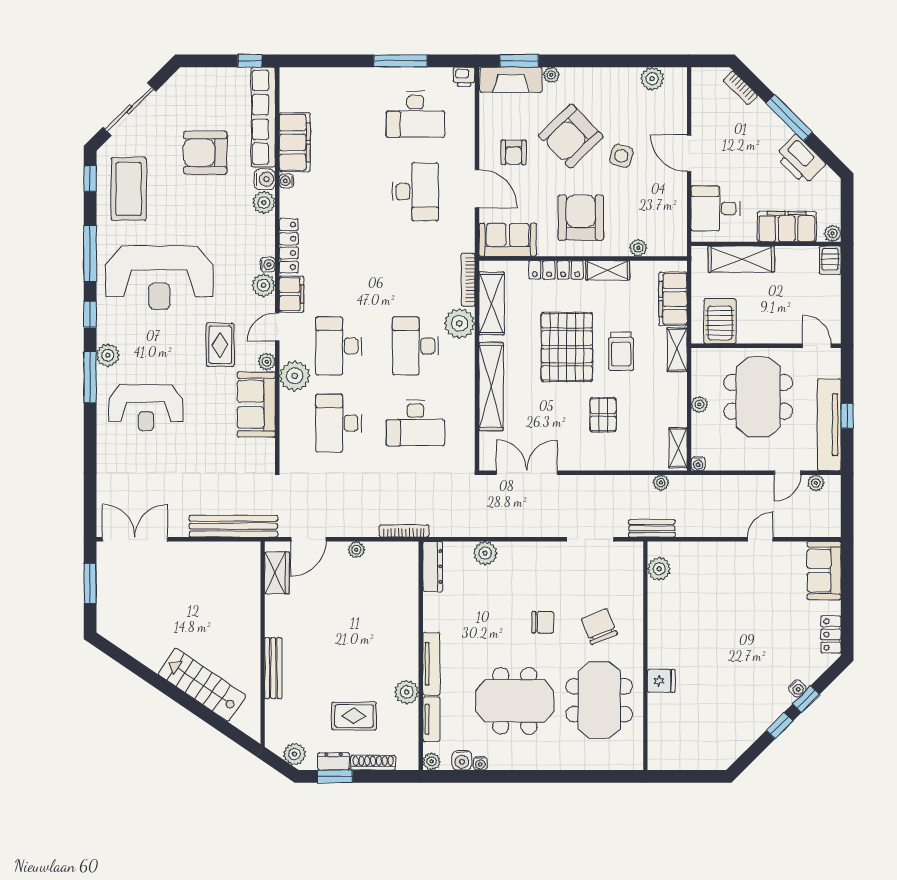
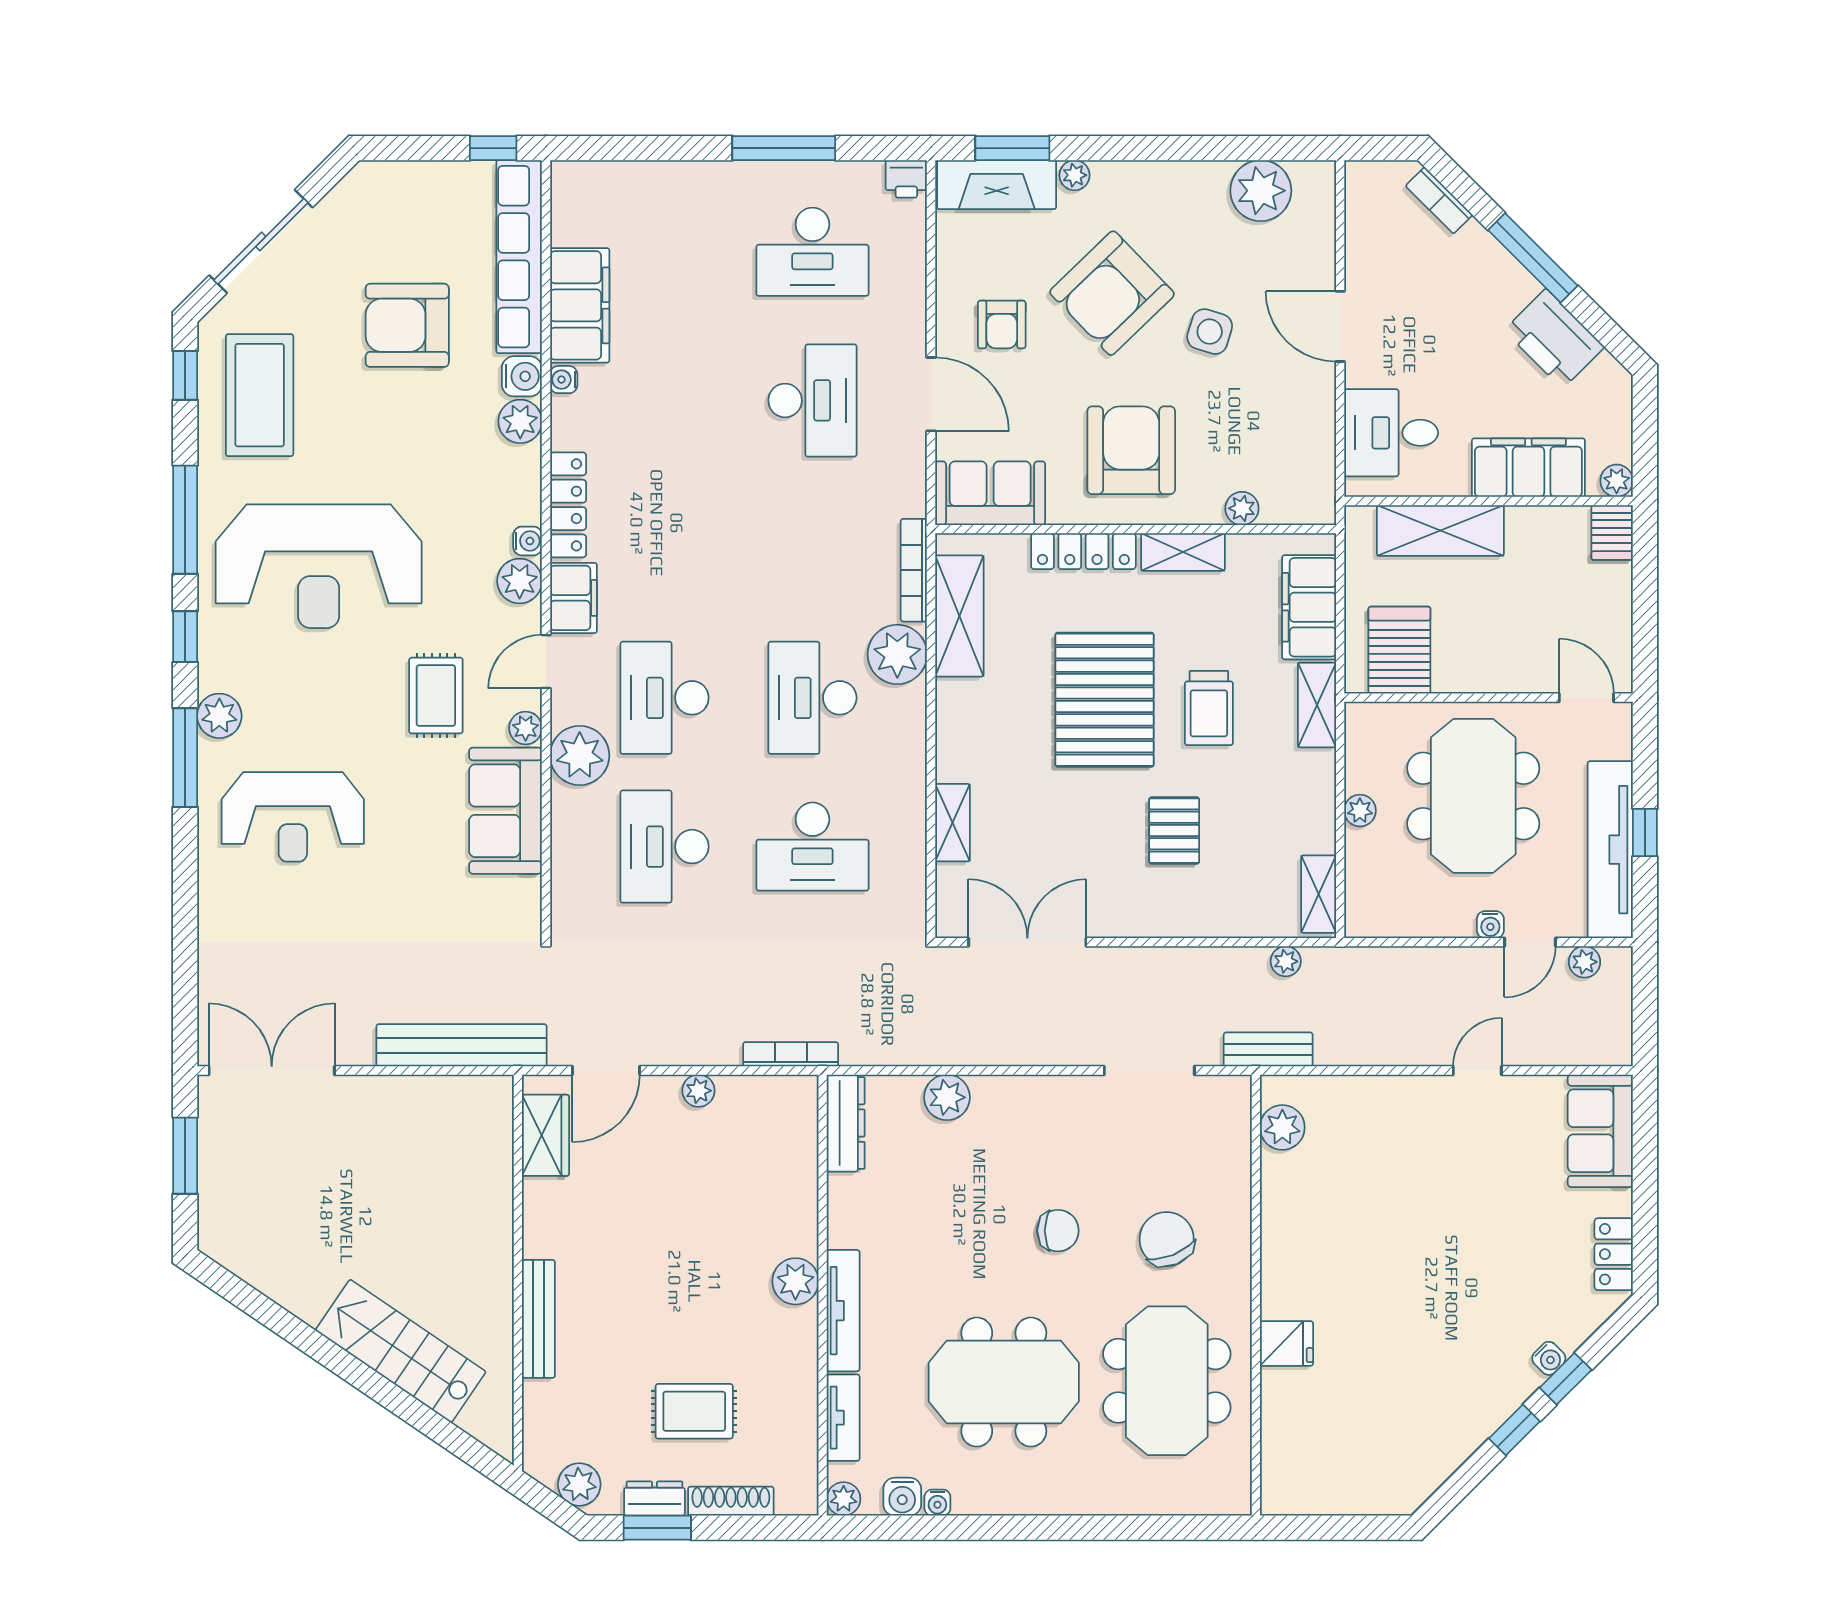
plant: (652, 79) -> (1261, 191), width x1.36, depth x1.36
shelving: (491, 387) -> (952, 823), width x0.45, depth x0.75
water cooler: (698, 464) -> (1490, 925), moved
plant: (407, 692) -> (795, 1281), moved

